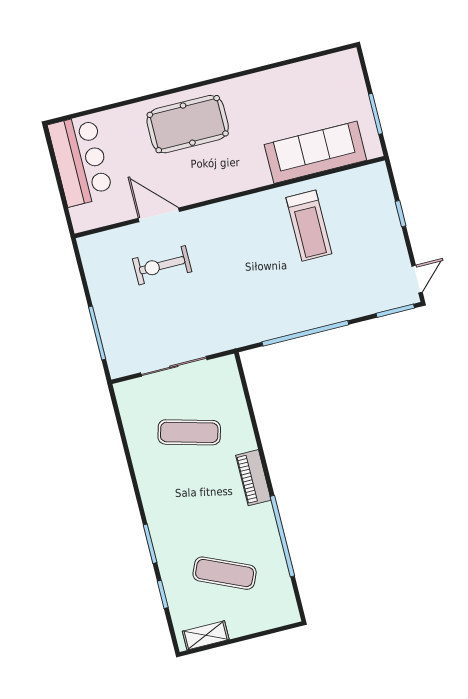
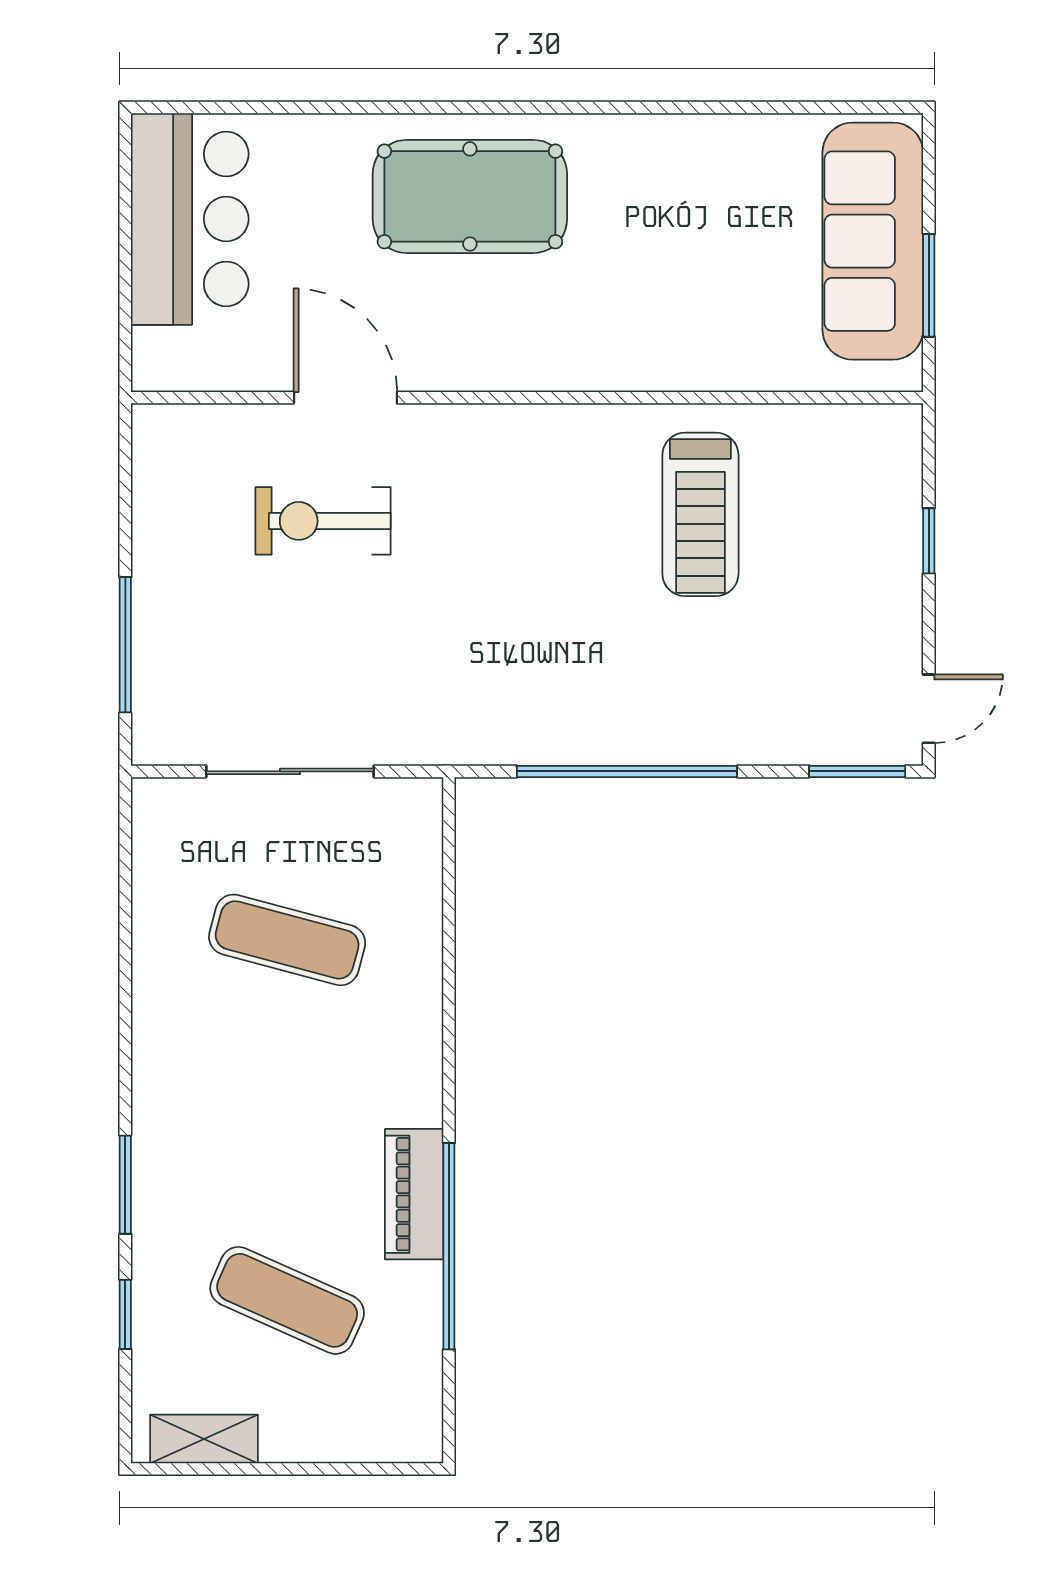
sofa: (315, 152) -> (873, 241), moved, turned -90
piano: (253, 478) -> (414, 1194), moved

